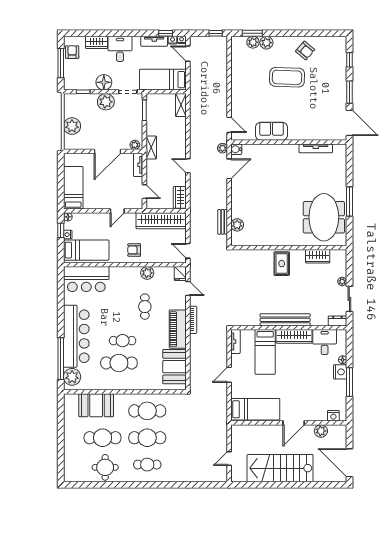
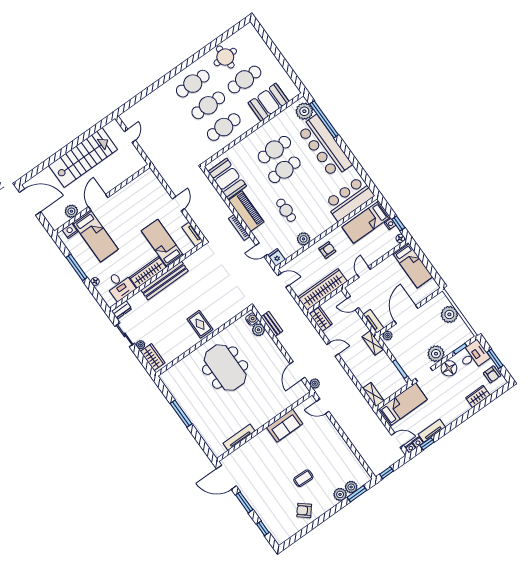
desk: (120, 49) -> (474, 356), moved, turned -90
window: (61, 63) -> (495, 359), width x0.69
coffee table: (287, 77) -> (303, 478), width x0.54, depth x0.58
water cooler: (236, 149) -> (252, 319), moved
meeting table: (324, 217) -> (225, 368), moved
wardrobe: (318, 256) -> (153, 357), moved, turned 90
cafe table: (123, 341) -> (284, 170), width x1.37, depth x1.35
nightstand: (340, 372) -> (90, 270), removed
bed: (255, 409) -> (95, 236), moved, turned -90
cafe table: (147, 465) -> (193, 84), width x1.37, depth x1.35

